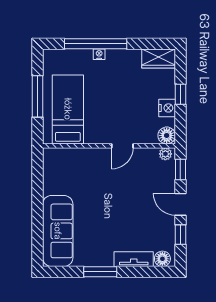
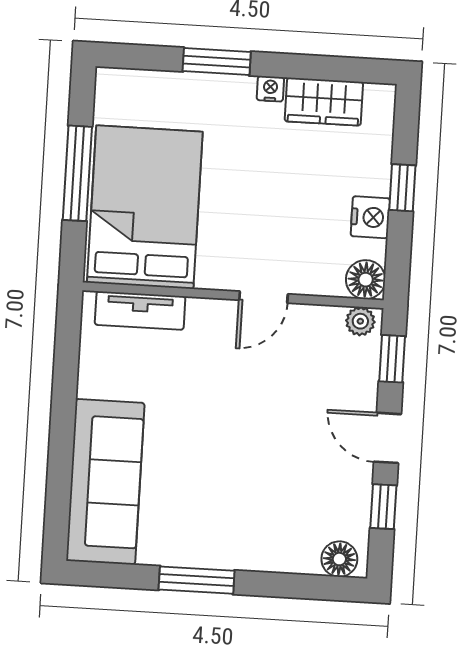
window: (96, 44) -> (217, 62), width x0.47
nightstand: (99, 54) -> (270, 89), moved
wardrobe: (159, 58) -> (324, 102), moved
bed: (68, 109) -> (145, 207), width x1.50
tv unit: (134, 259) -> (140, 311), moved, turned 180

